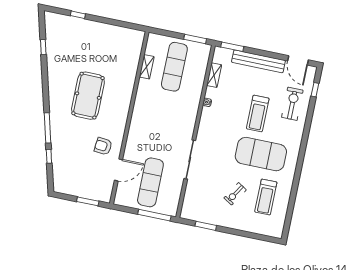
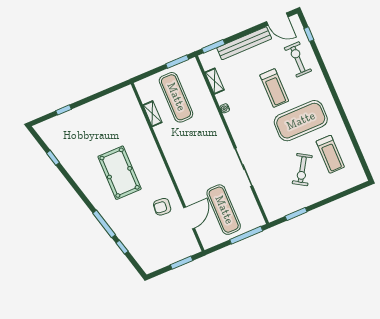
exercise bike: (235, 194) -> (302, 170), width x1.38, depth x1.39

